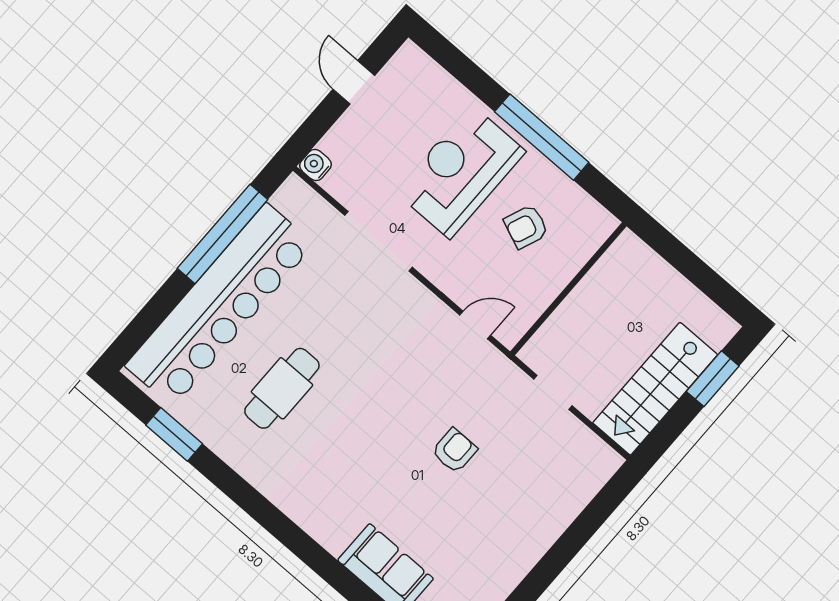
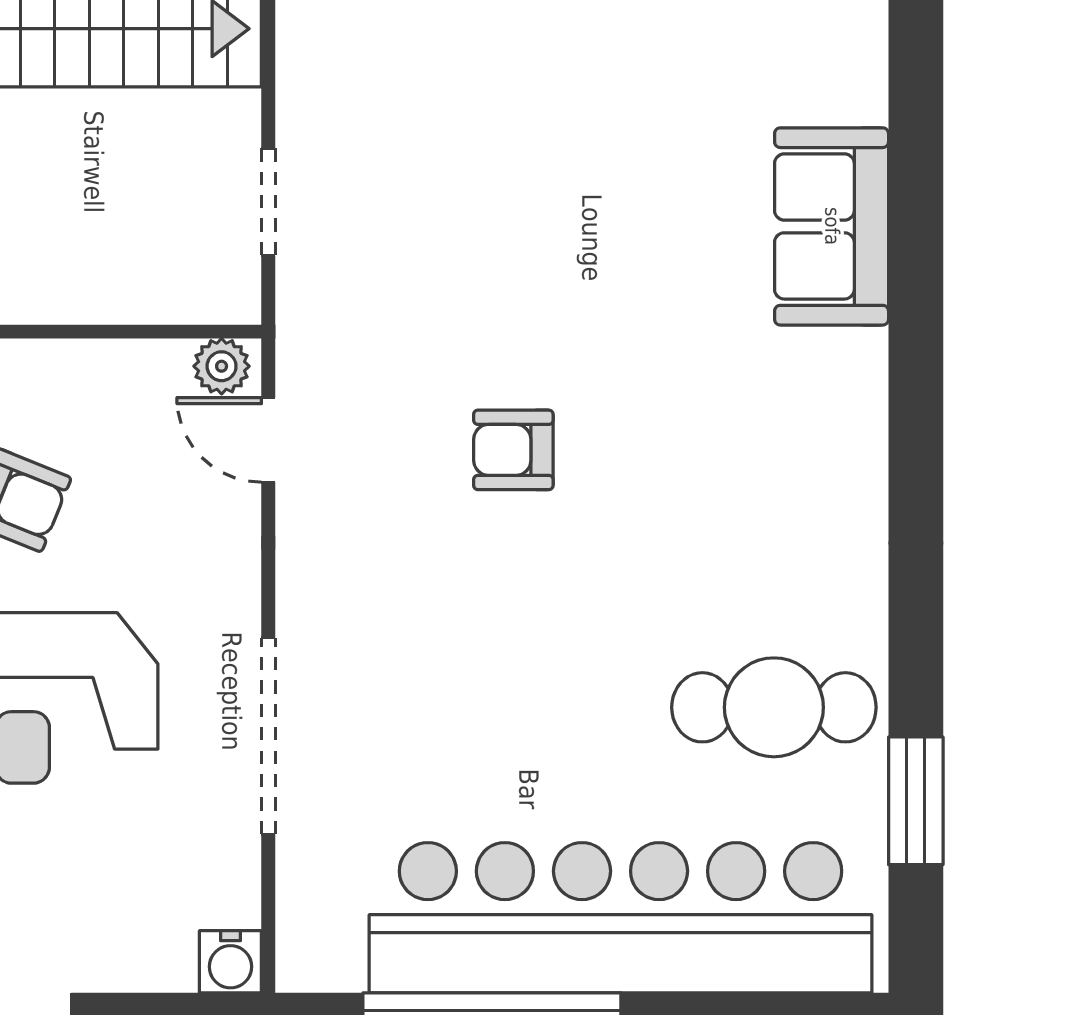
plant: (513, 331) -> (222, 366), added
cafe table: (282, 388) -> (774, 707), moved
armchair: (454, 451) -> (513, 450), moved

